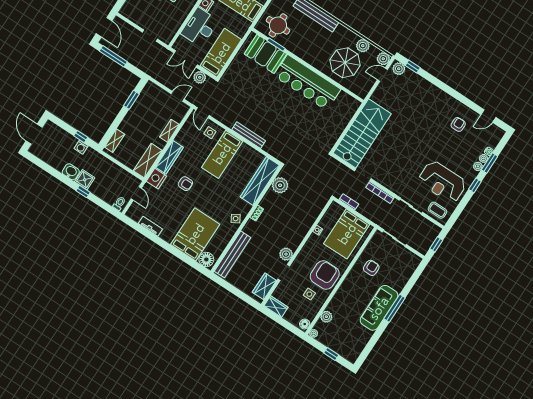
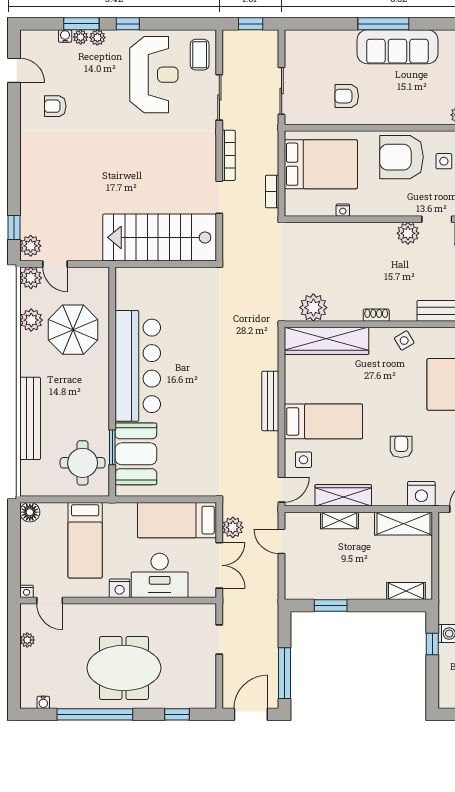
wardrobe: (169, 157) -> (343, 495), moved

